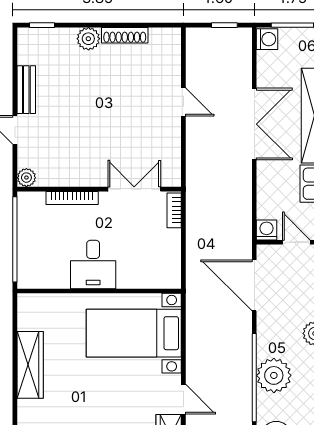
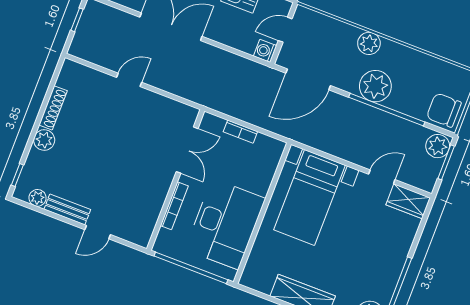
plant: (26, 178) -> (37, 198), moved
double door: (134, 189) -> (187, 150), swing flipped
bookcase: (174, 210) -> (240, 132), moved
desk: (93, 264) -> (225, 224), width x1.87, depth x1.30
plant: (274, 375) -> (375, 86), moved

